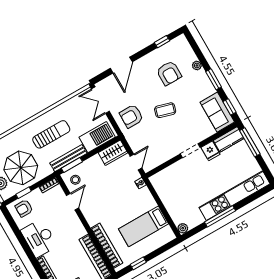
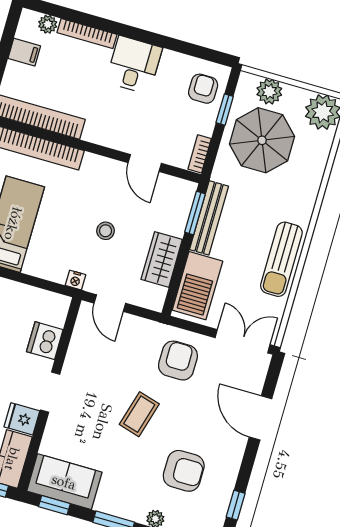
armchair: (169, 73) -> (184, 471), turned 180
sun lounger: (51, 134) -> (281, 259), moved
wardrobe: (113, 153) -> (162, 259), moved
dishwasher: (174, 172) -> (45, 341), added
stool: (75, 180) -> (106, 231), moved
desk: (39, 238) -> (134, 65), width x0.73

